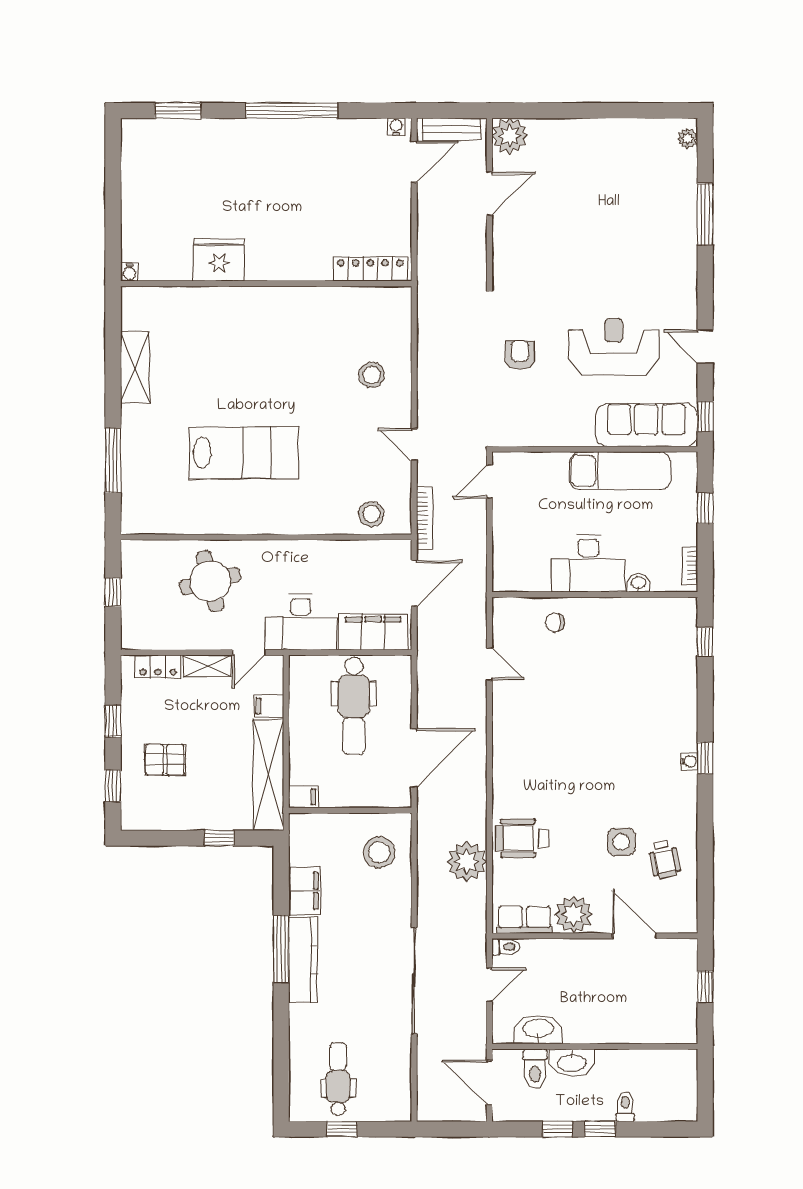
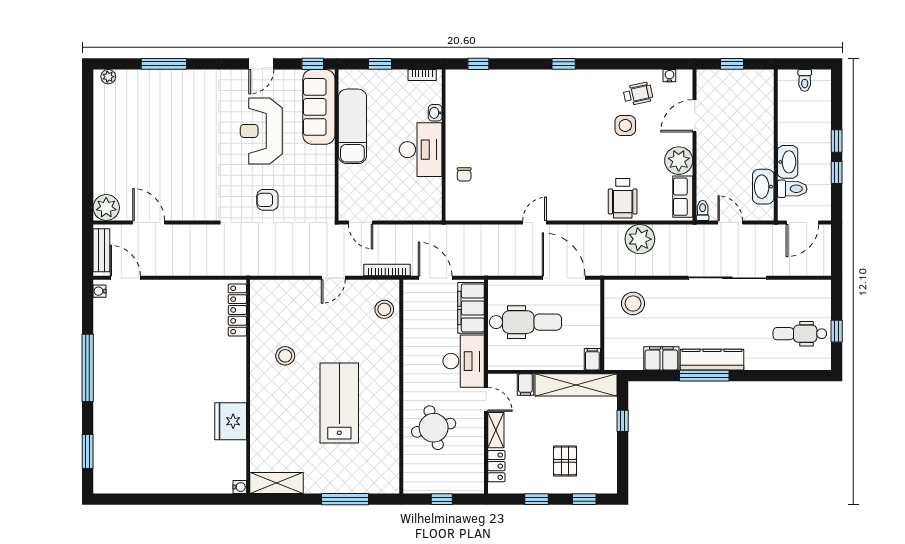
fridge: (219, 260) -> (231, 421), moved
locker: (370, 269) -> (237, 310), moved
water cooler: (130, 272) -> (240, 487), moved
wall: (266, 284) -> (248, 387), moved
stool: (372, 375) -> (285, 356), moved
door: (489, 664) -> (535, 222), moved
water cooler: (689, 761) -> (669, 76), moved
toilet: (625, 1106) -> (805, 80), moved, turned -90

